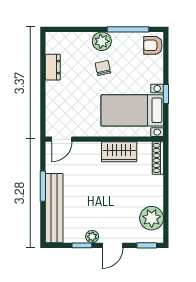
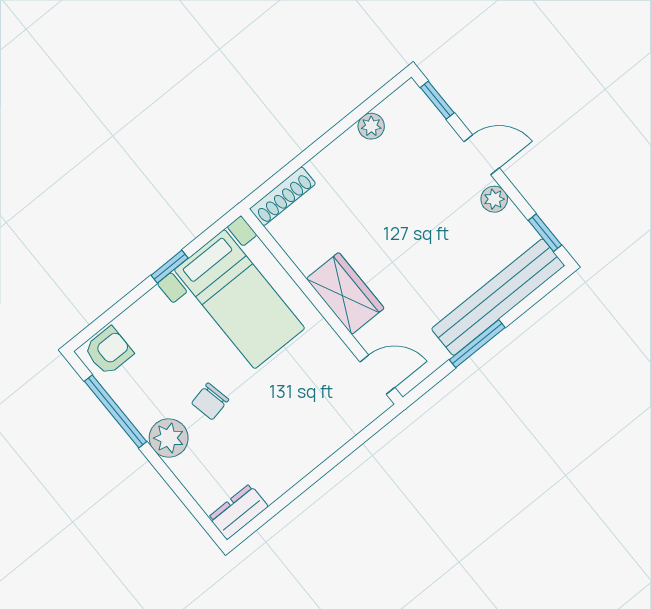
armchair: (153, 45) -> (109, 351), turned -90
dresser: (53, 67) -> (238, 512), moved
wardrobe: (119, 152) -> (345, 293), moved
plant: (152, 218) -> (371, 126), width x0.53, depth x0.53
window: (82, 245) -> (545, 233), moved

